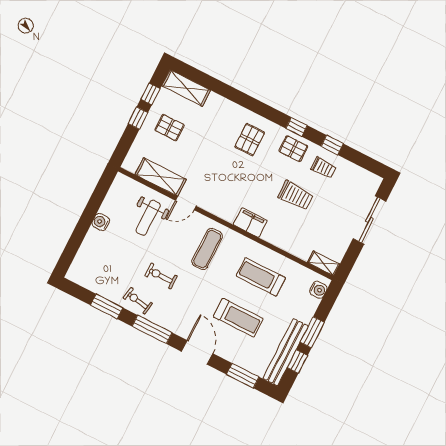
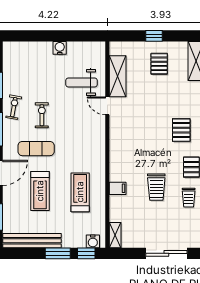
window: (150, 94) -> (177, 36), removed
pallet: (250, 140) -> (181, 130), turned 90
filing cabinet: (250, 223) -> (118, 188), moved, width x0.50
exercise mat: (207, 249) -> (36, 149), moved
window: (297, 362) -> (86, 253), moved

